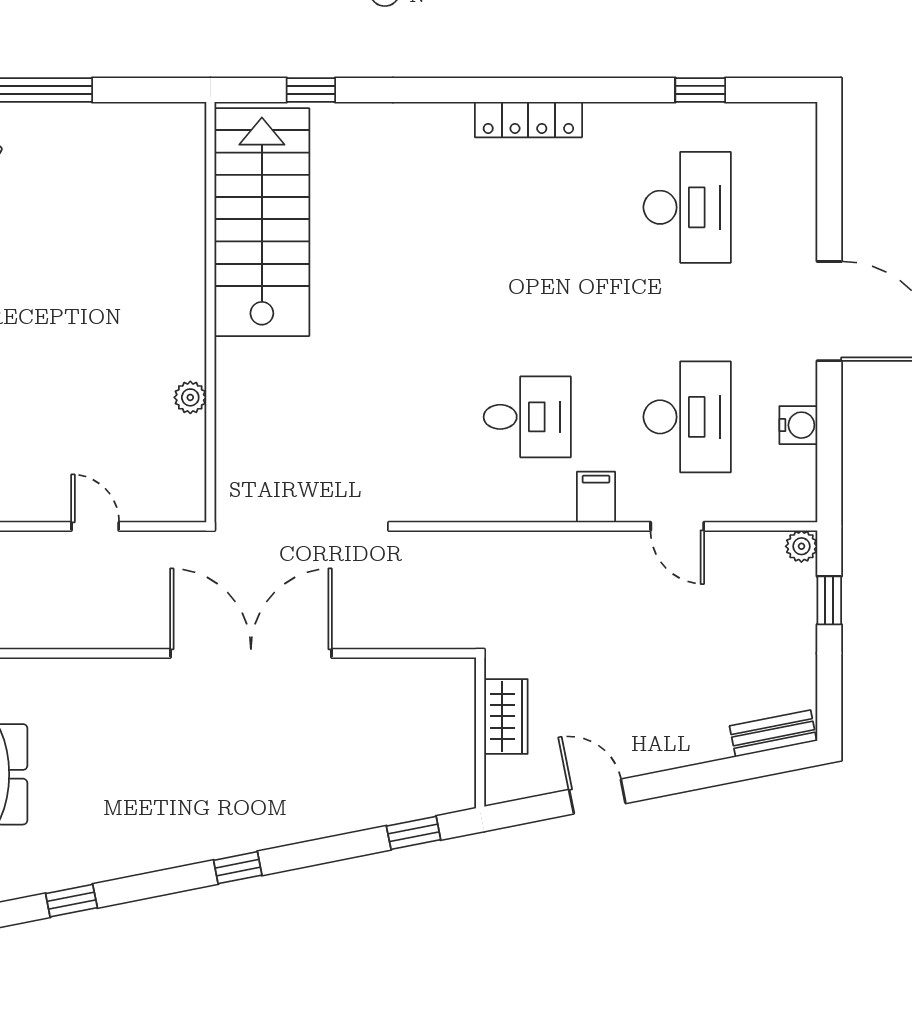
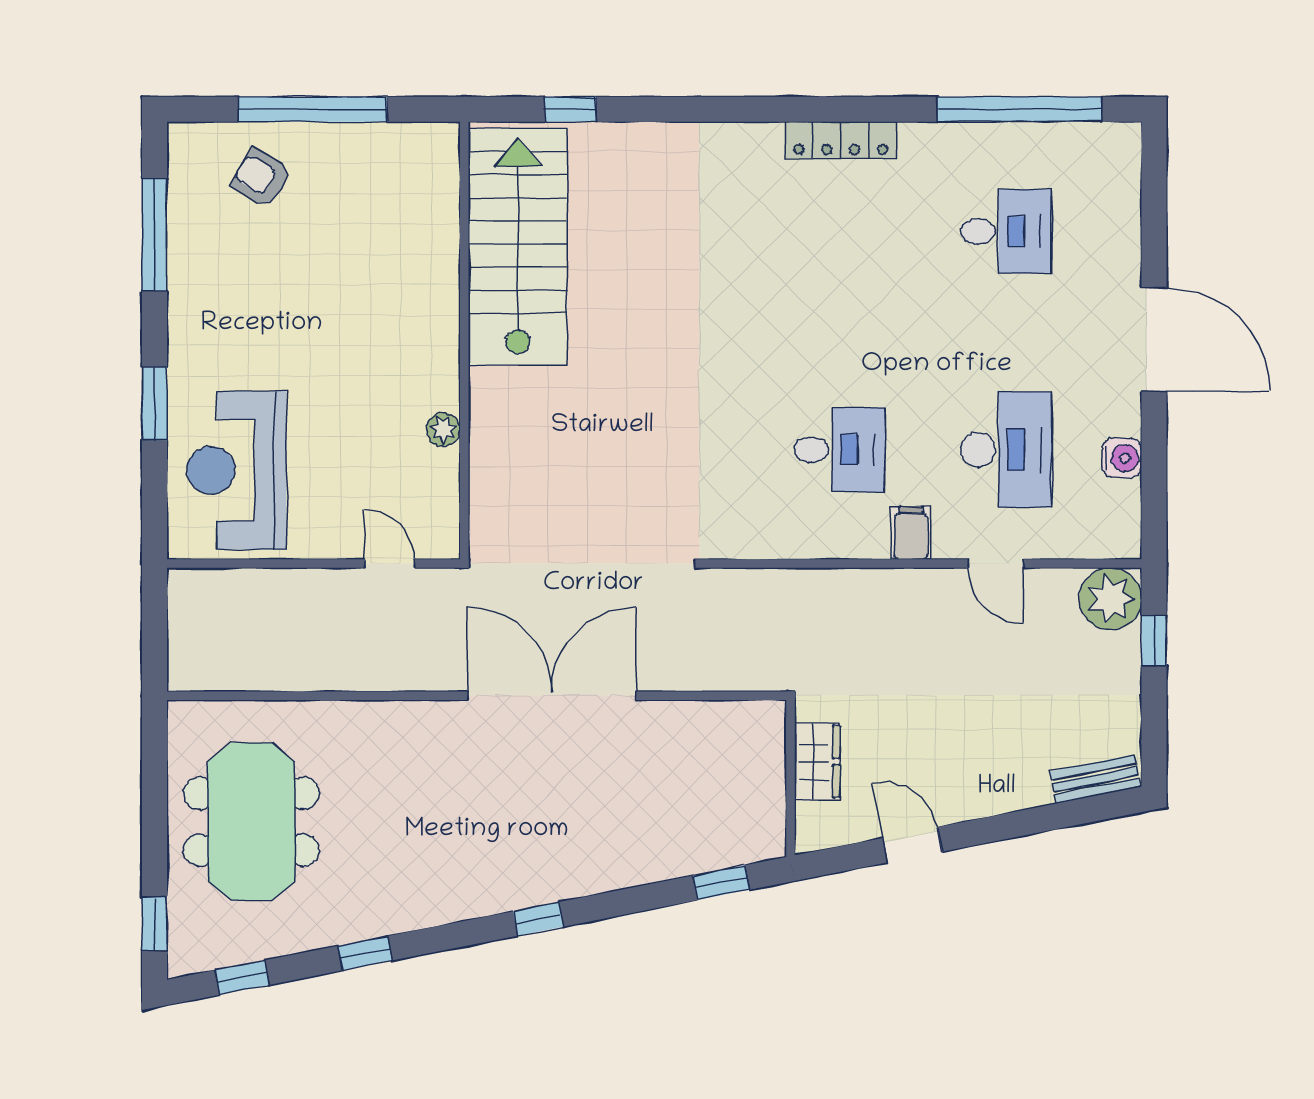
window: (311, 90) -> (570, 109), moved
window: (700, 90) -> (1020, 109), width x3.17
desk: (687, 207) -> (1006, 231), width x0.73
stairs: (262, 222) -> (518, 247), moved
wall: (210, 312) -> (464, 341), moved
plant: (190, 397) -> (443, 429), moved
plant: (801, 546) -> (1110, 599), width x1.88, depth x1.88

